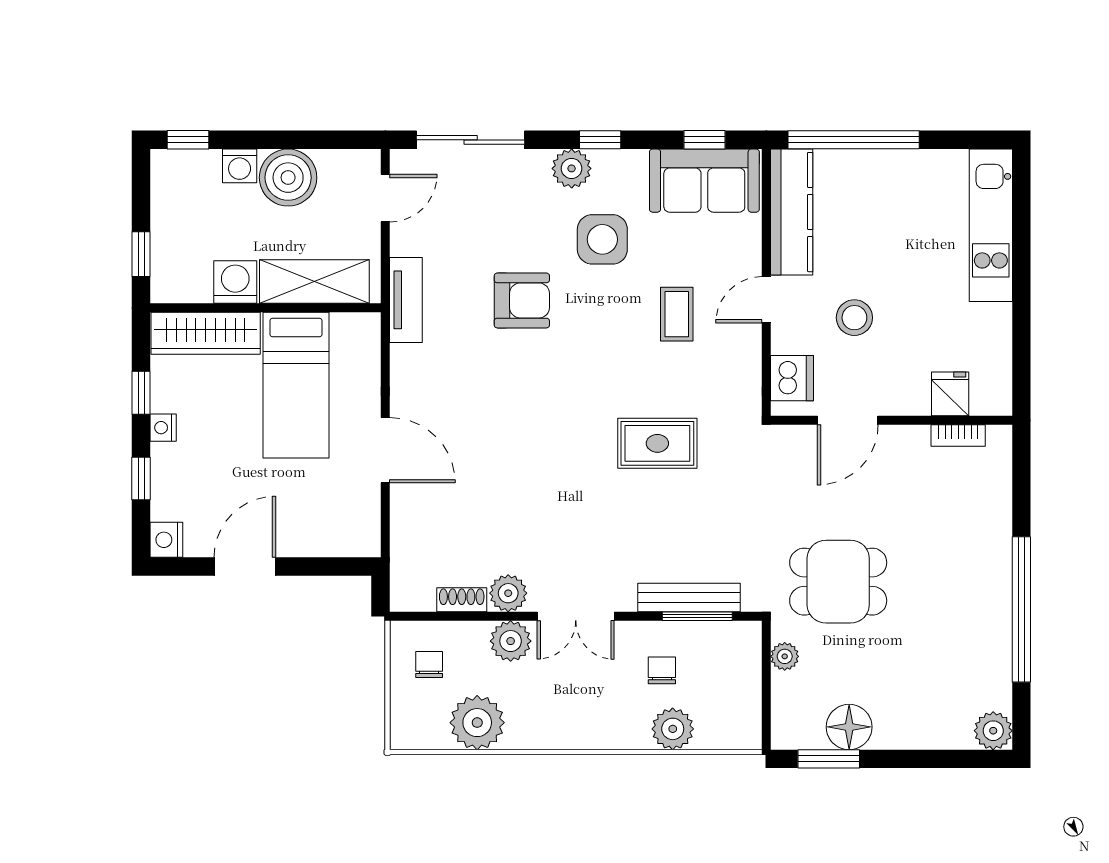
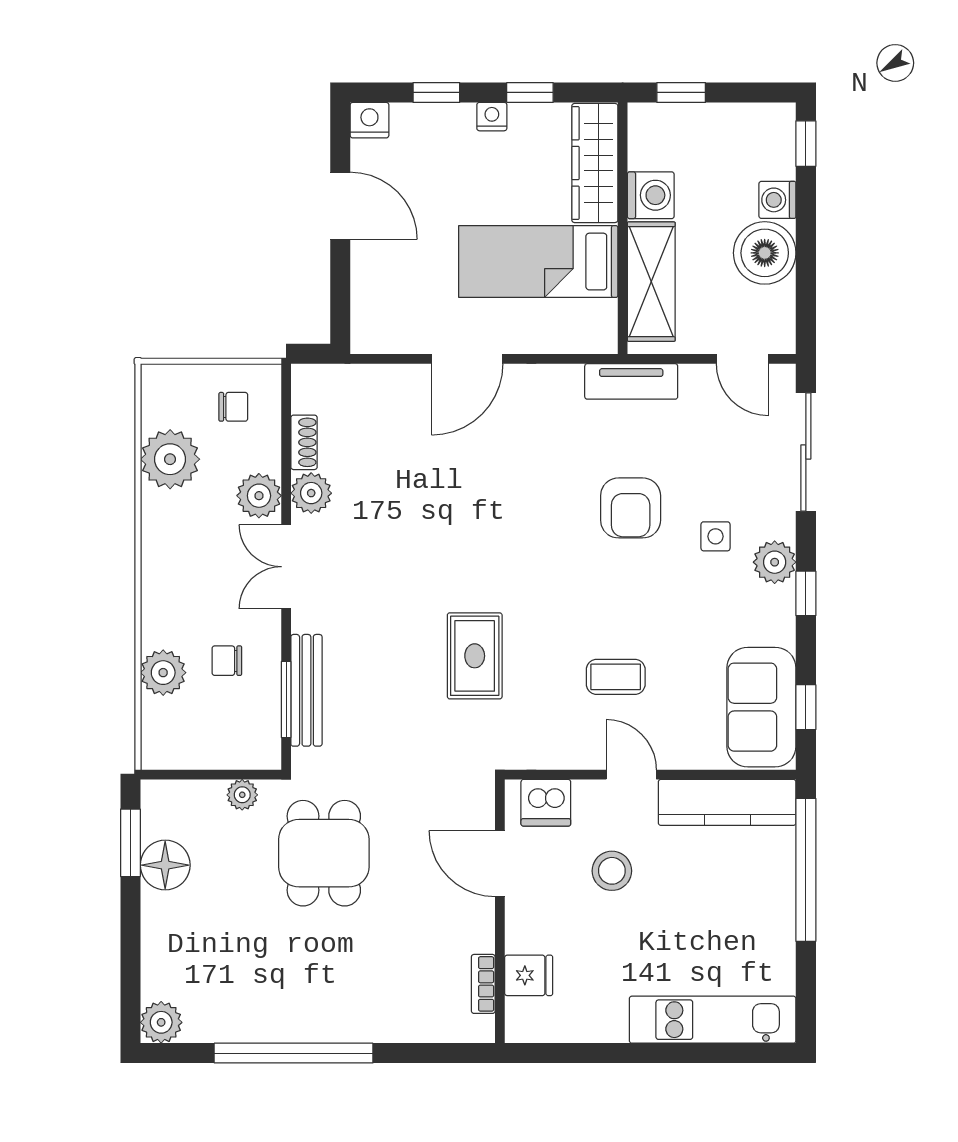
side table: (602, 239) -> (716, 536), moved, width x0.54, depth x0.54
chair: (662, 670) -> (227, 661), turned 180

